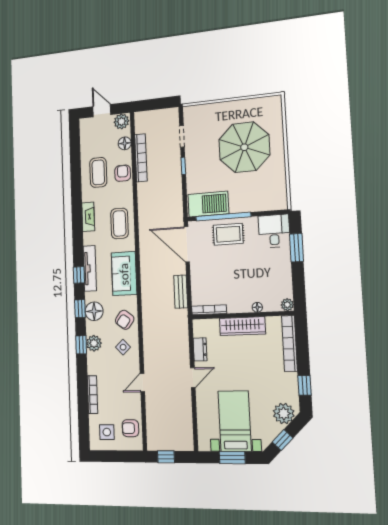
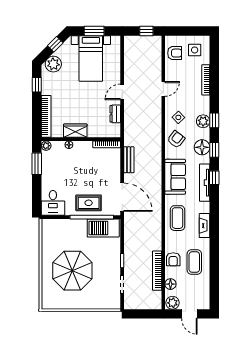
window: (296, 248) -> (37, 164), moved
wardrobe: (242, 326) -> (75, 131), width x0.67

